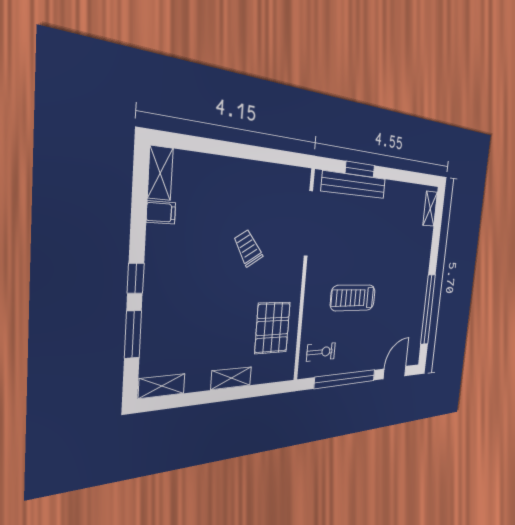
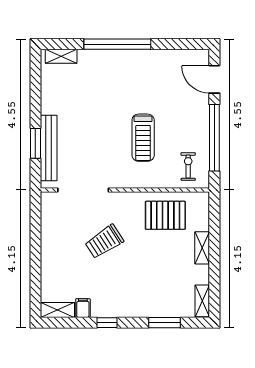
trolley: (248, 248) -> (104, 242), width x1.36, depth x1.39
window: (136, 278) -> (107, 323), moved
window: (428, 310) -> (117, 44), moved

